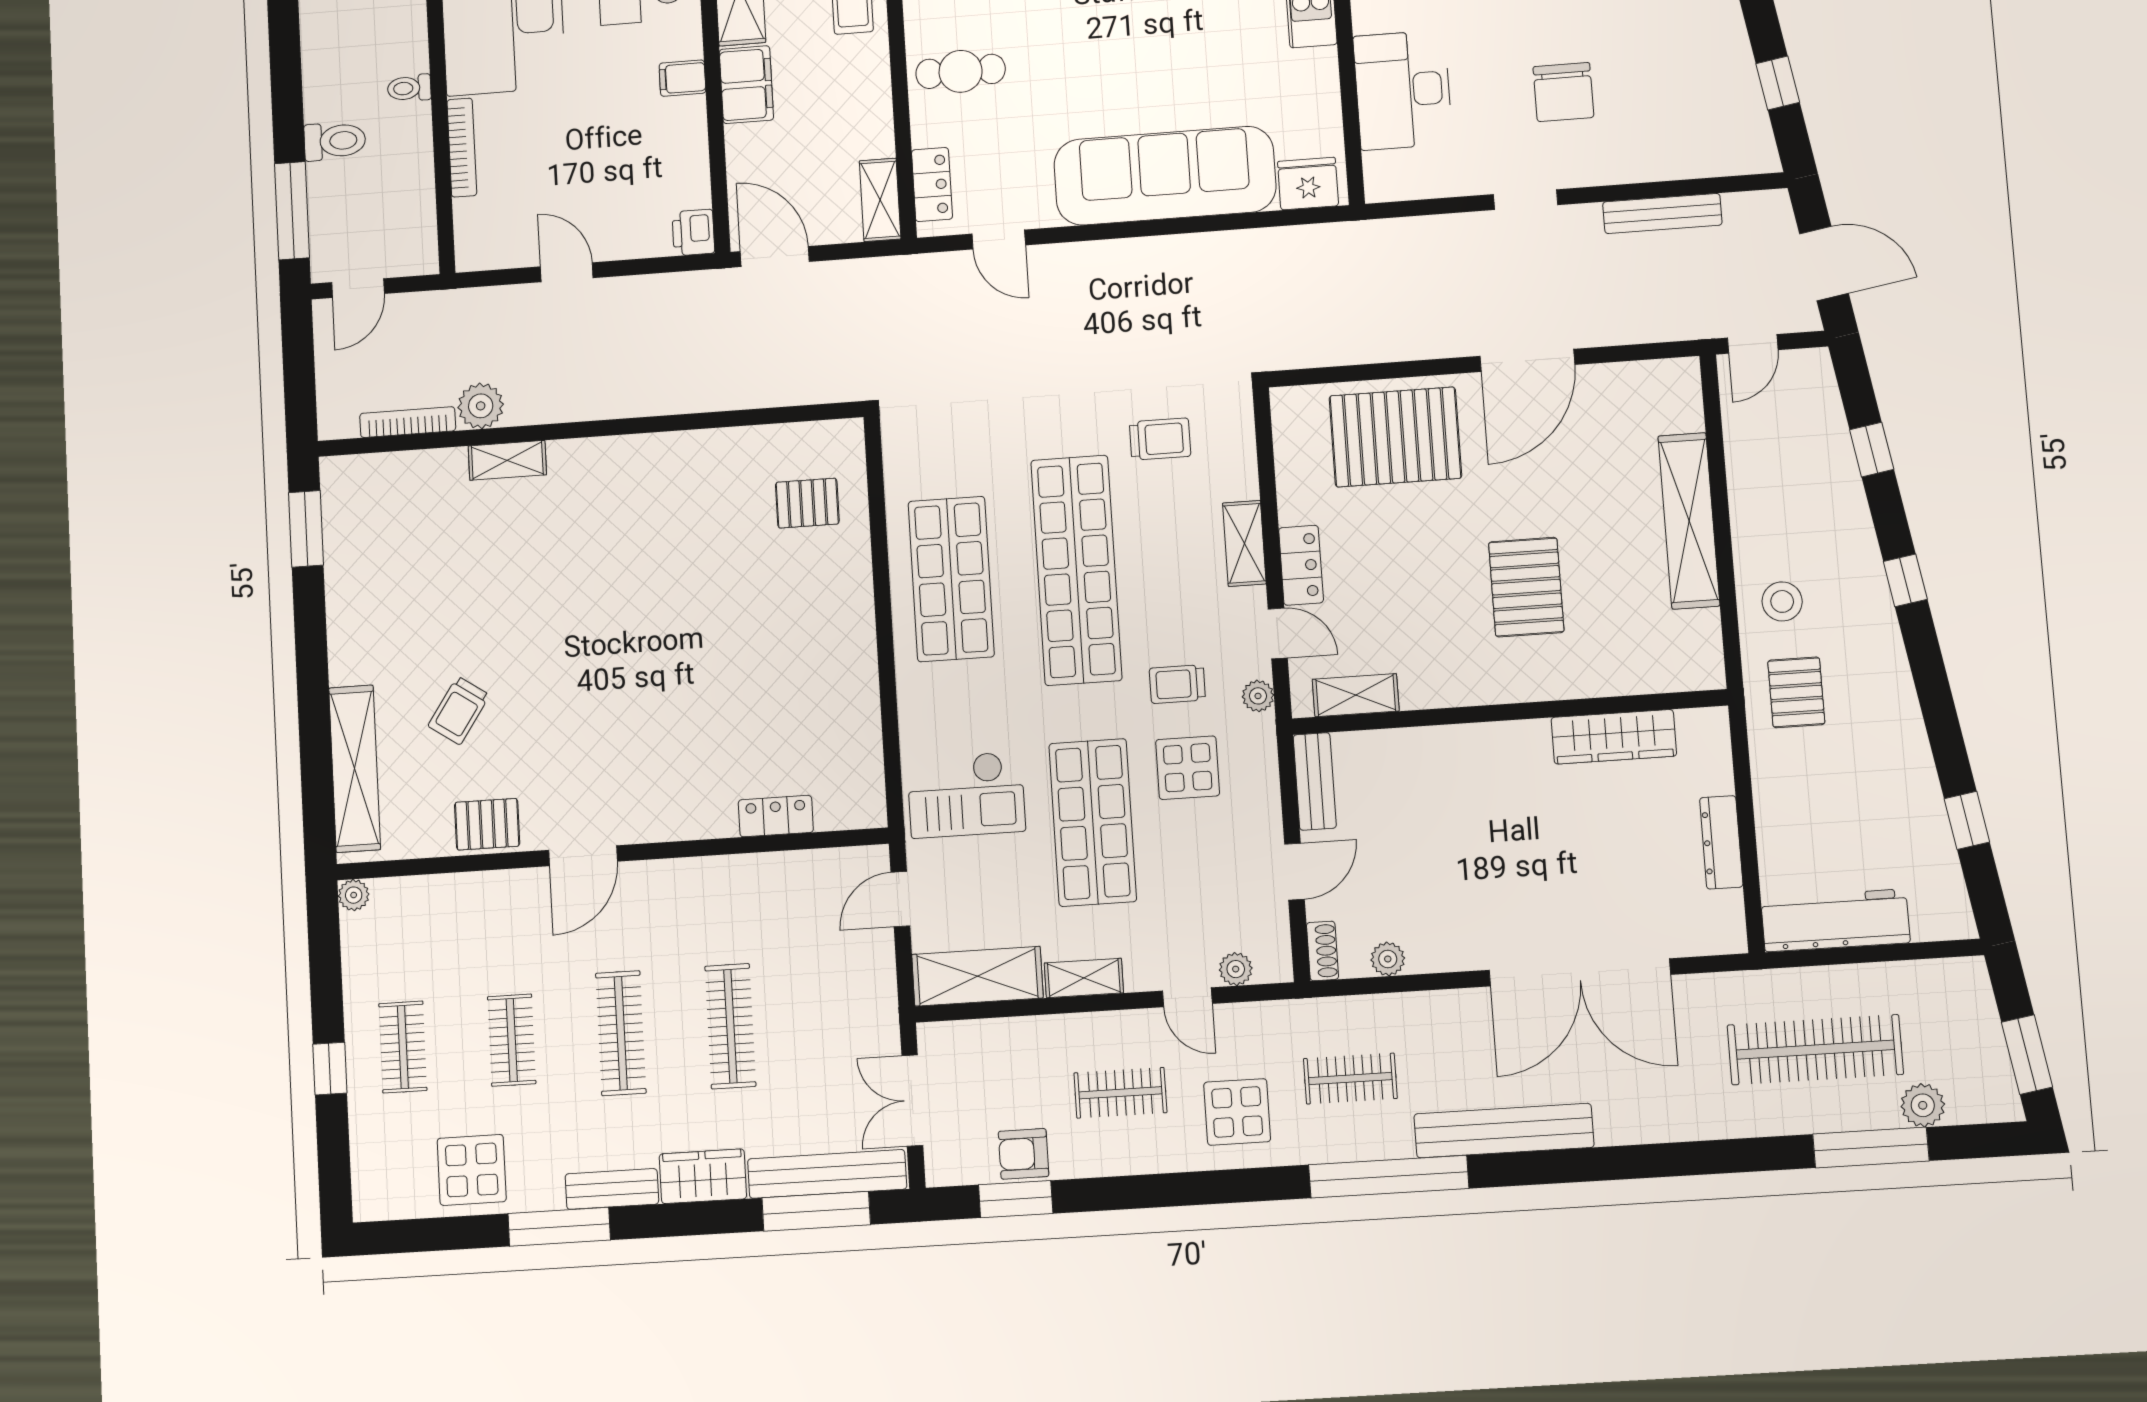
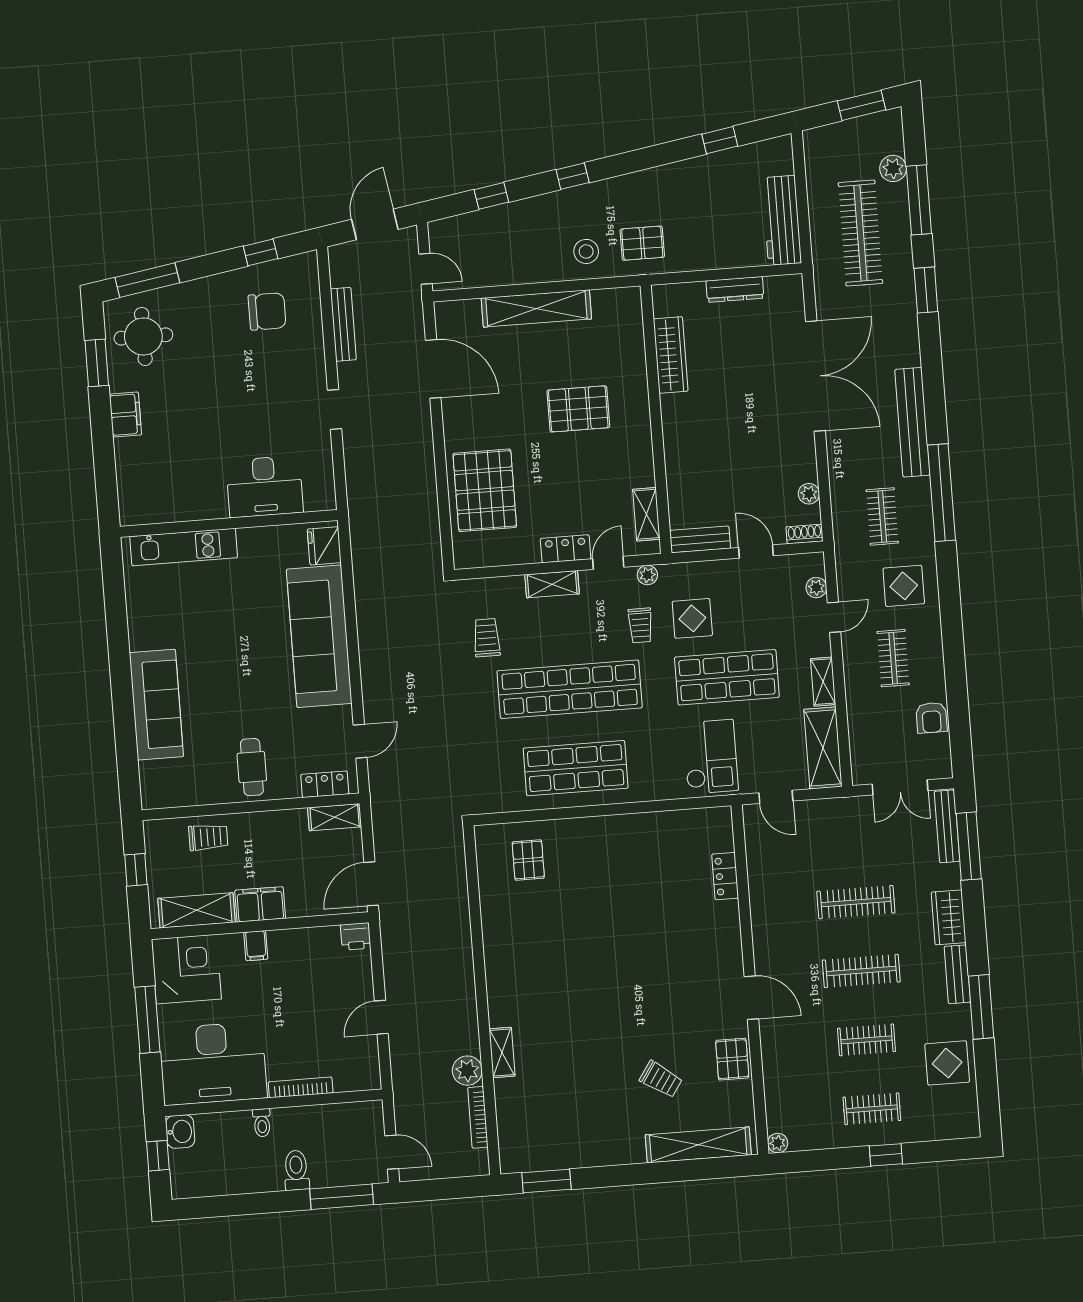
chair: (1563, 92) -> (267, 311), moved
door: (1527, 360) -> (433, 369), moved
bench: (827, 1174) -> (947, 826), width x0.73, depth x0.82
window: (1016, 1199) -> (926, 290), moved

